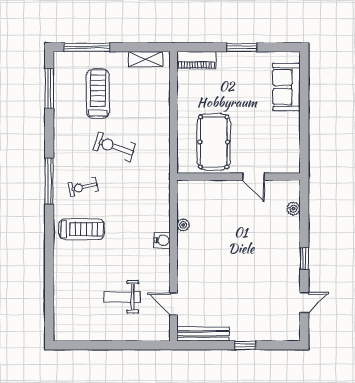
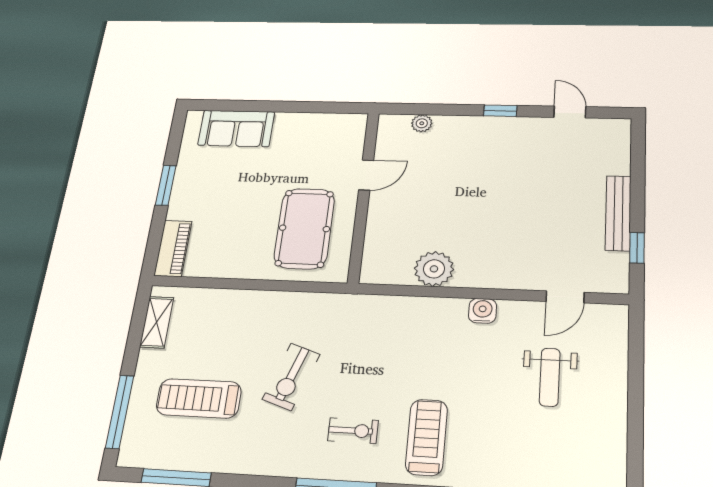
pool table: (214, 142) -> (304, 228), turned 90
exercise bike: (83, 187) -> (353, 431), turned -78
plant: (183, 225) -> (434, 269), width x1.87, depth x1.87
water cooler: (162, 240) -> (483, 311), moved
bench: (203, 334) -> (618, 213), moved
window: (245, 345) -> (637, 248), moved

